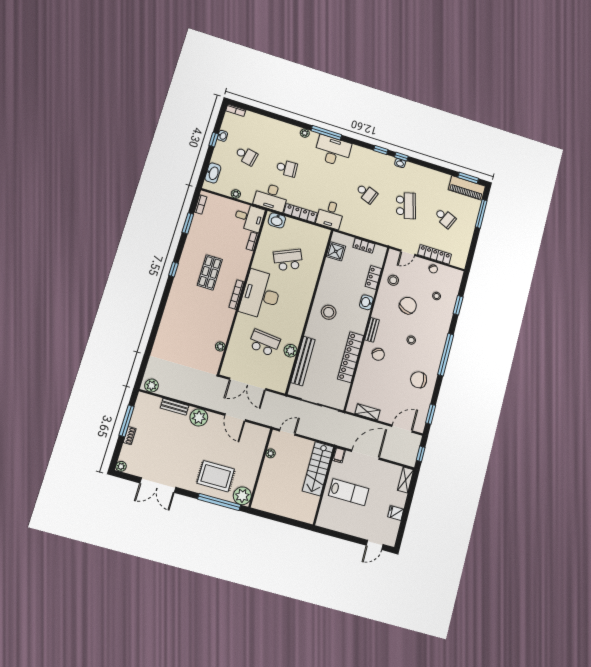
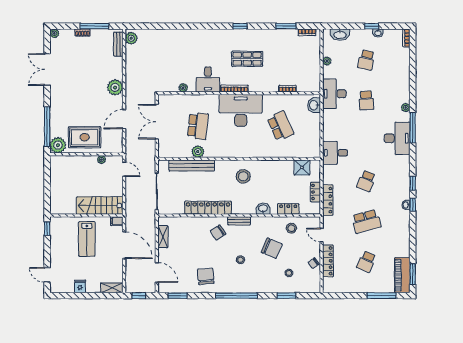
locker: (300, 213) -> (328, 200), moved
desk: (249, 218) -> (208, 79), moved
bench: (175, 407) -> (118, 44), moved
rug: (216, 476) -> (85, 137), moved, turned 90
window: (327, 532) -> (47, 229), added

